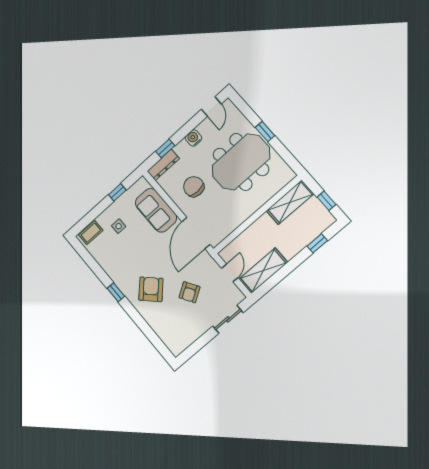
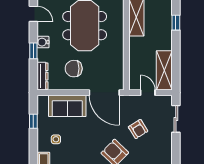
window: (165, 149) -> (33, 51), moved

